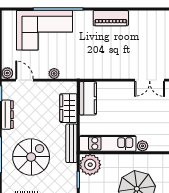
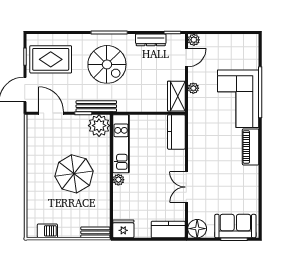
corner sofa: (45, 30) -> (238, 99), moved
kitchen counter: (88, 98) -> (176, 132), moved, turned 90
wardrobe: (68, 108) -> (176, 96), moved, turned -90
bench: (71, 143) -> (96, 106), moved

